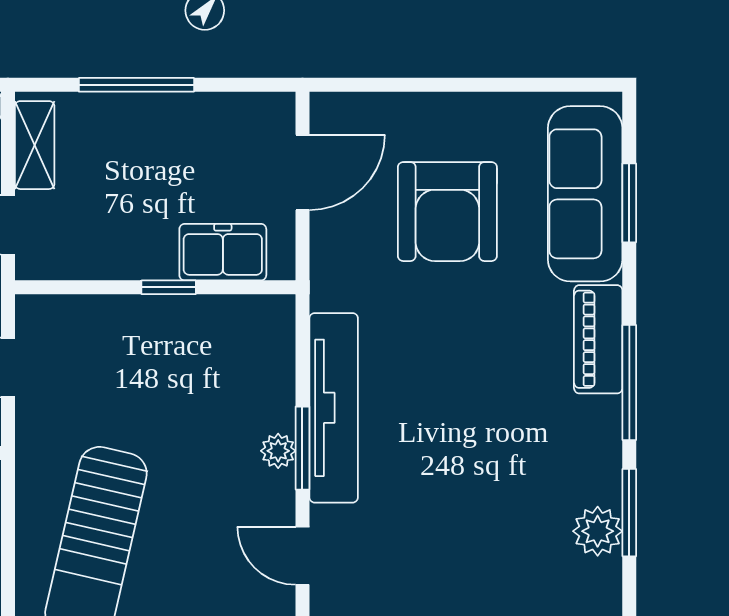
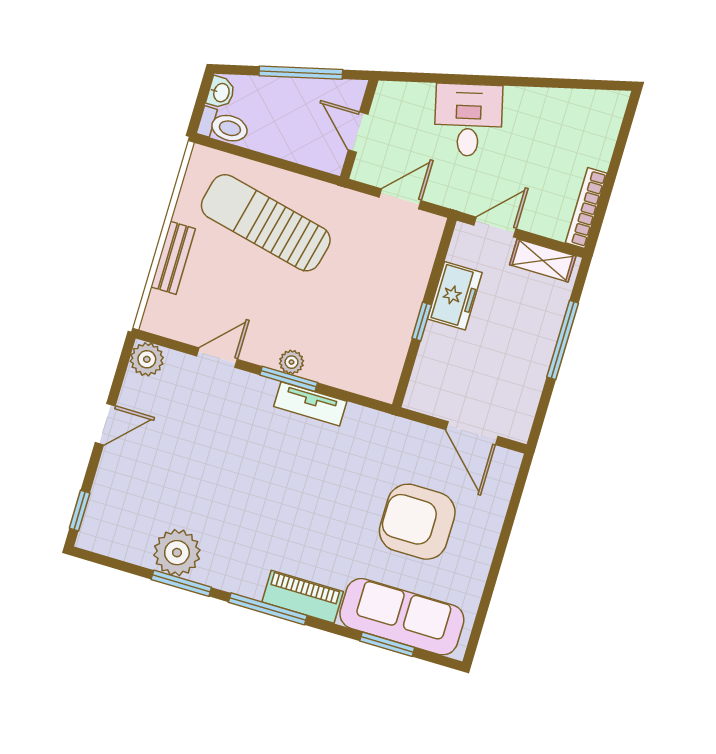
freezer: (223, 252) -> (455, 296), moved
tv unit: (334, 408) -> (310, 404), width x0.52, depth x0.78
plant: (598, 531) -> (177, 553), width x1.36, depth x1.36

